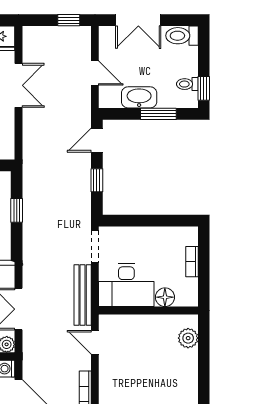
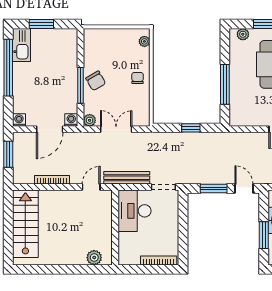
window: (97, 180) -> (214, 189), width x1.50
bookcase: (192, 262) -> (159, 260), width x1.56
floor lamp: (165, 297) -> (125, 240), removed

